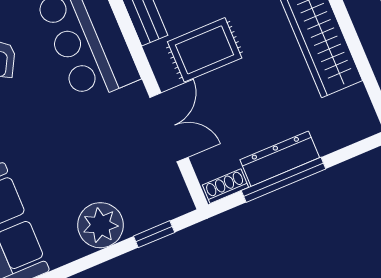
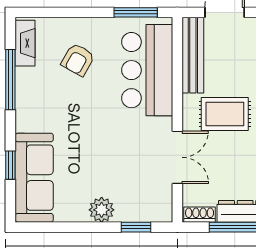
plant: (100, 225) -> (102, 210), width x0.73, depth x0.73

